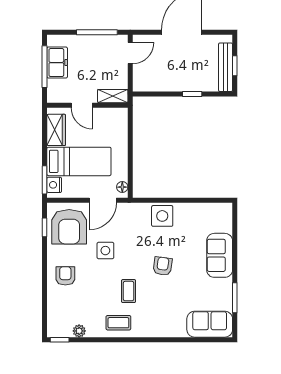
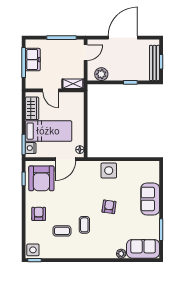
plant: (152, 83) -> (101, 74), added
side table: (105, 251) -> (33, 250), moved
coffee table: (118, 323) -> (62, 231), moved
plant: (79, 331) -> (121, 254), moved

